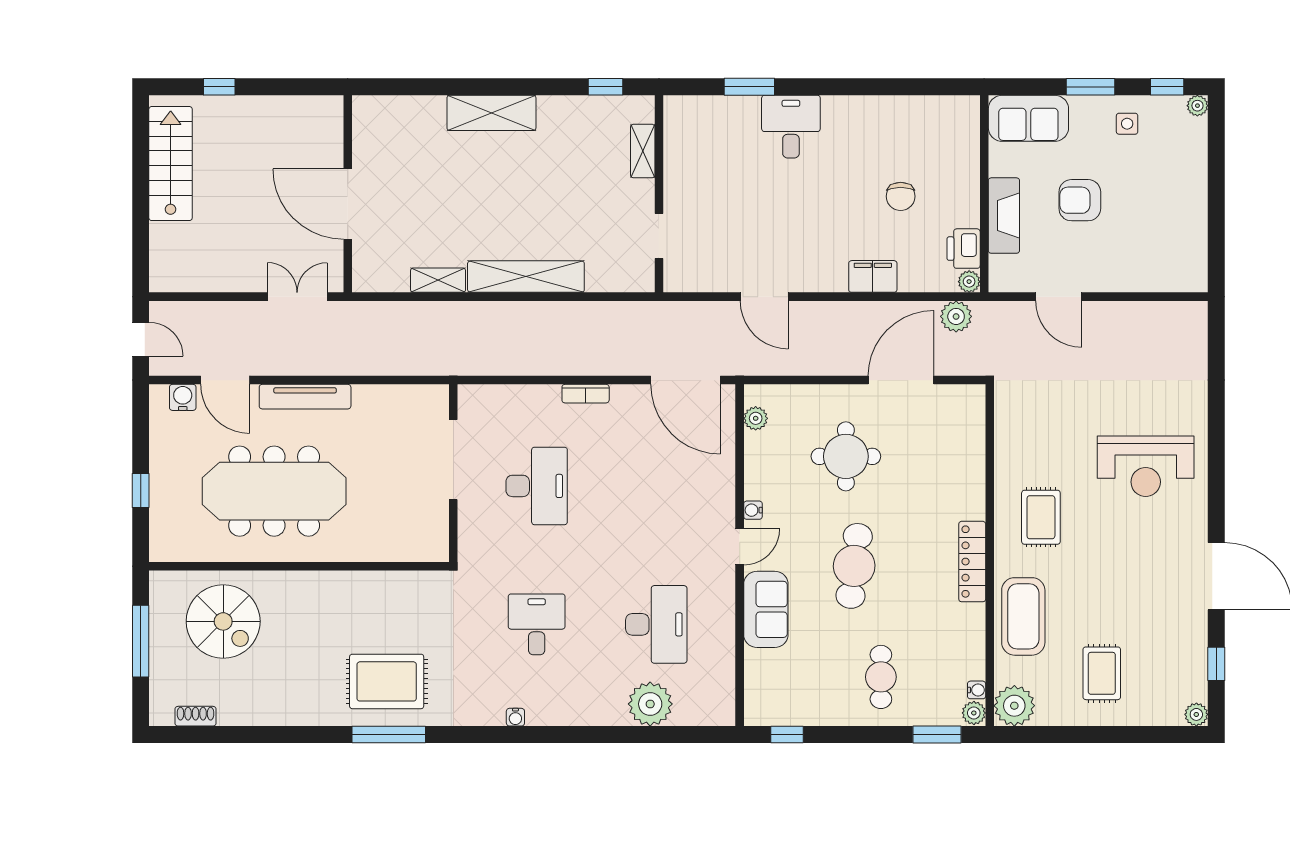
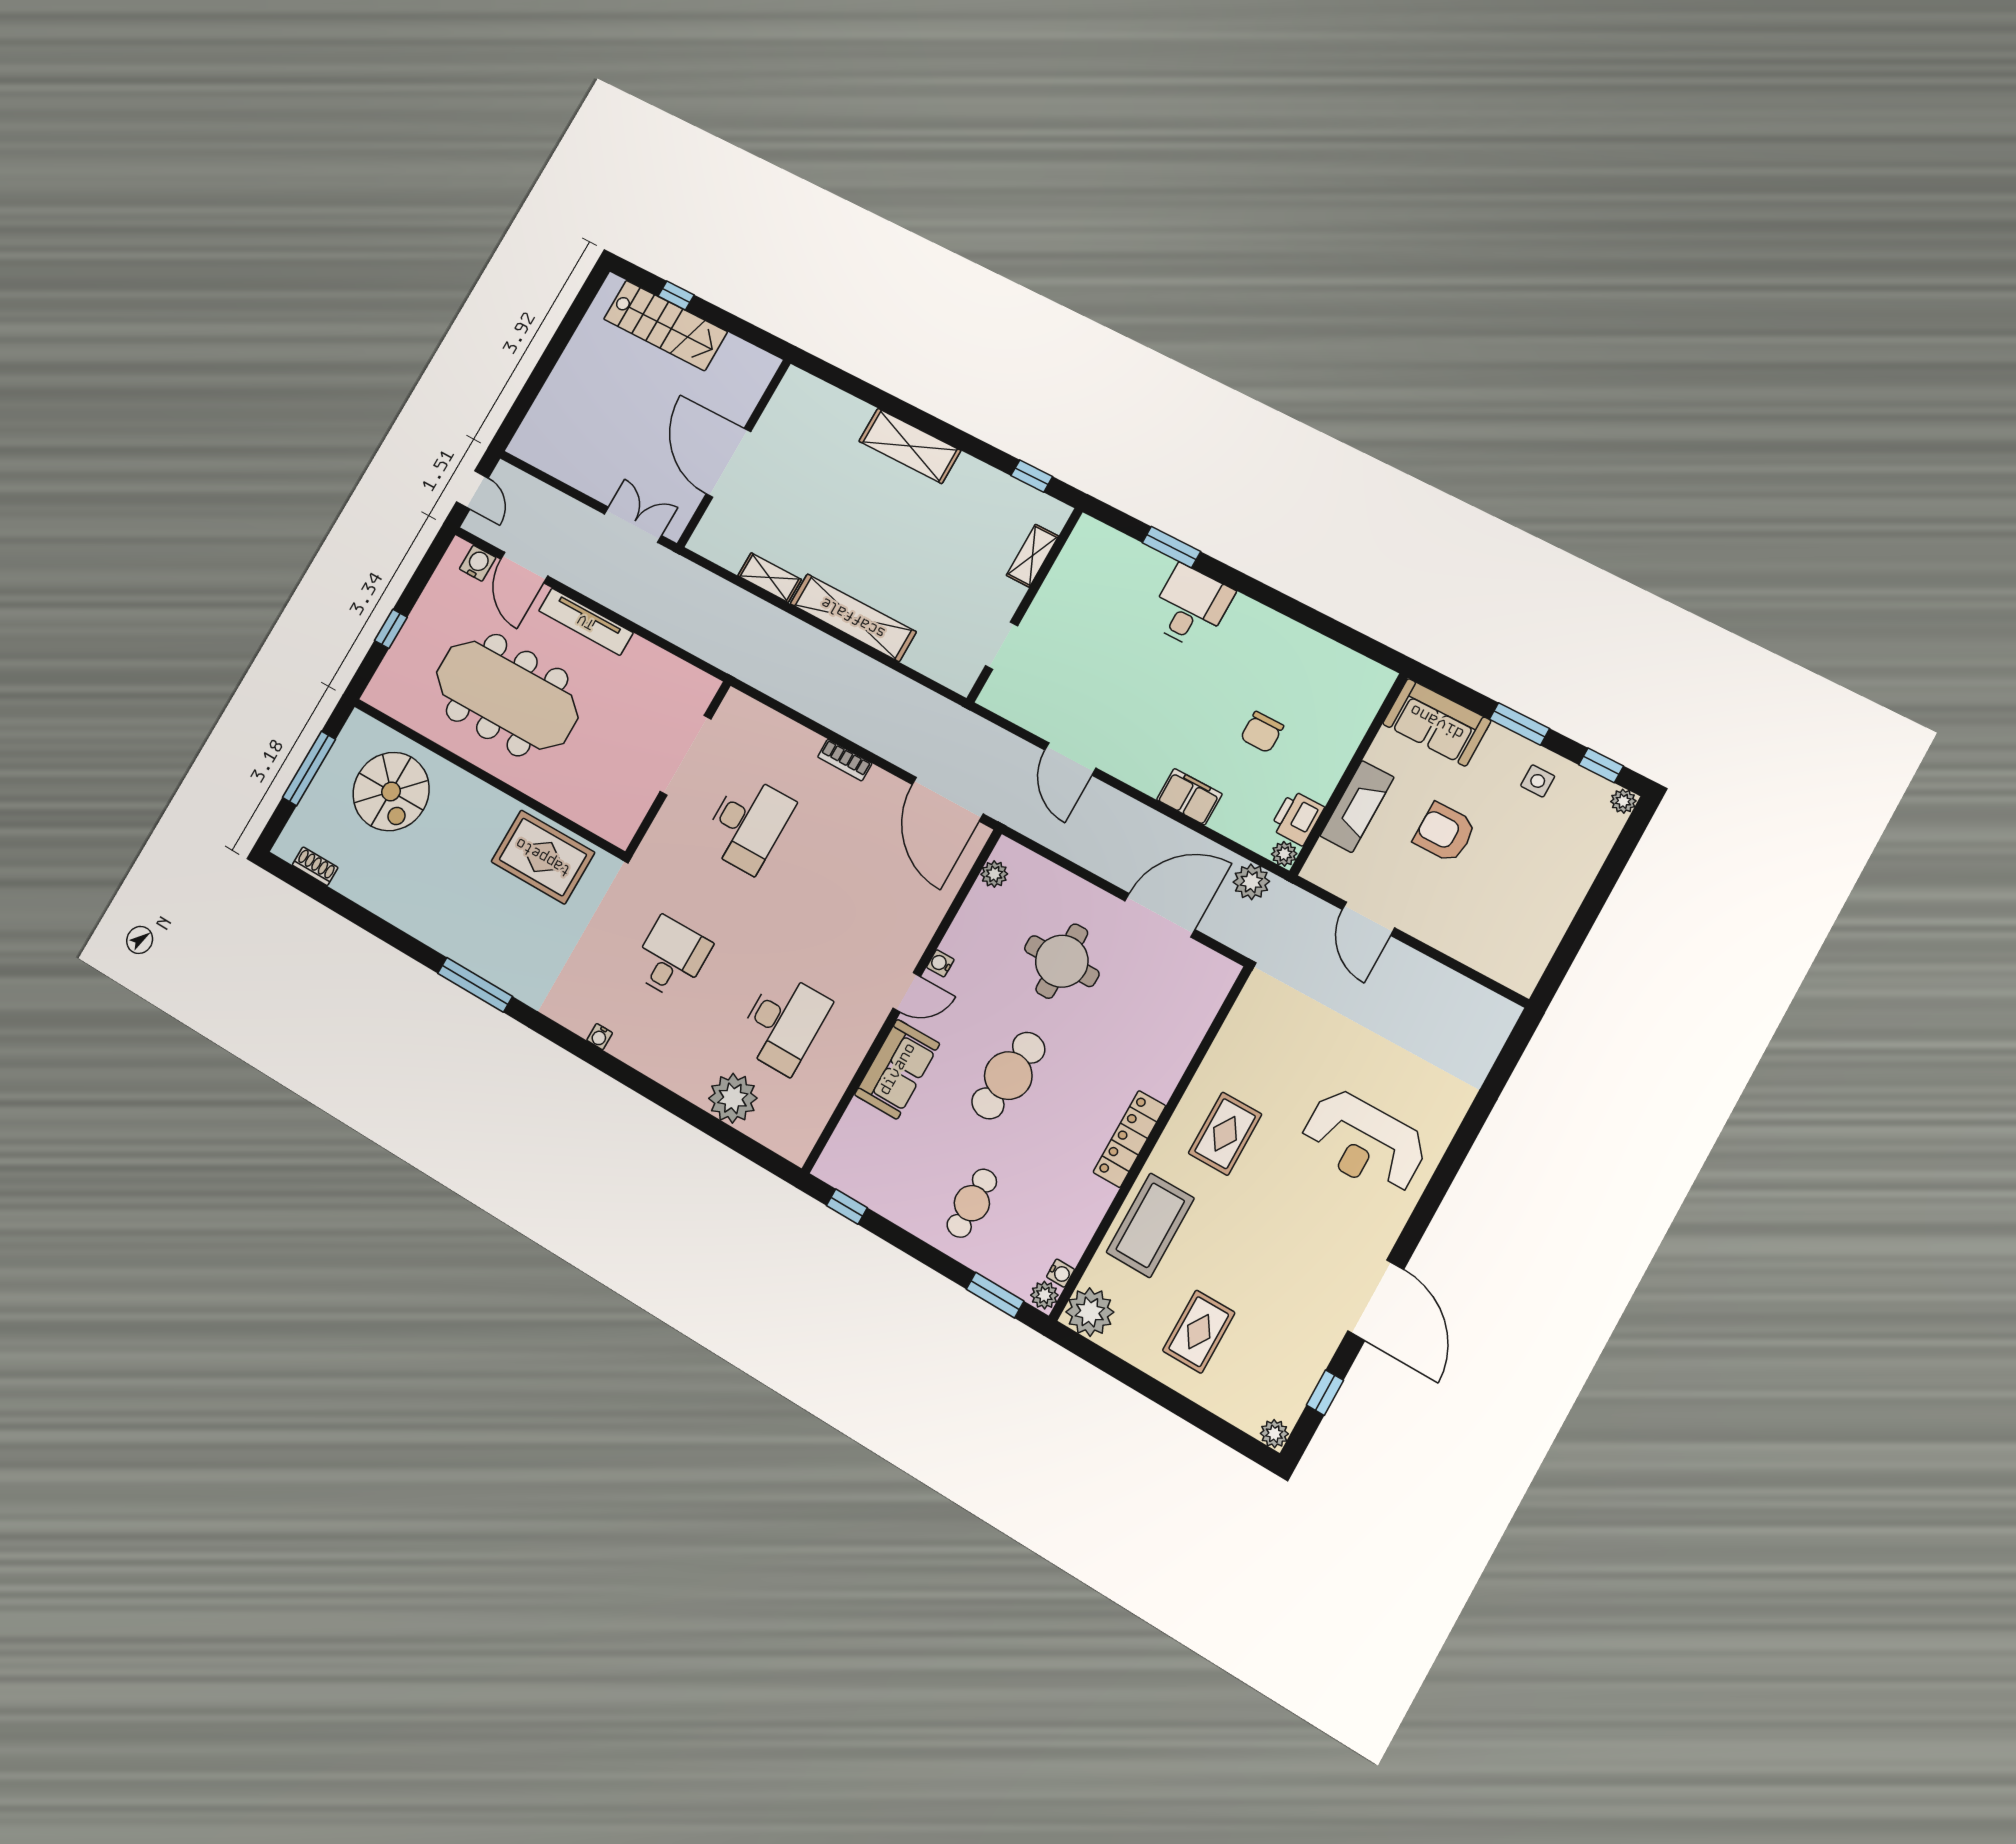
stairs: (171, 164) -> (665, 325), moved, turned 90
rug: (387, 681) -> (543, 857), moved

